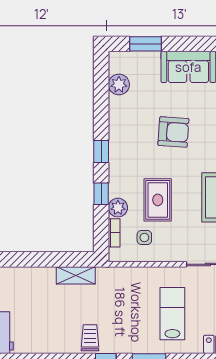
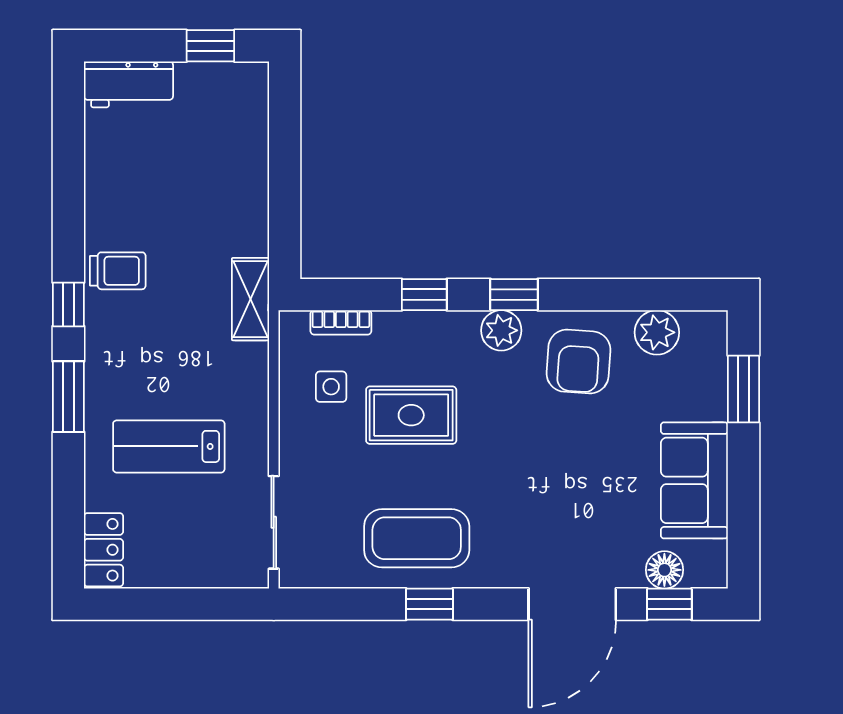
armchair: (173, 132) -> (578, 362), moved
plant: (118, 208) -> (501, 330), moved
shelving: (76, 275) -> (250, 299), moved
lab bench: (172, 314) -> (169, 446), turned 180

